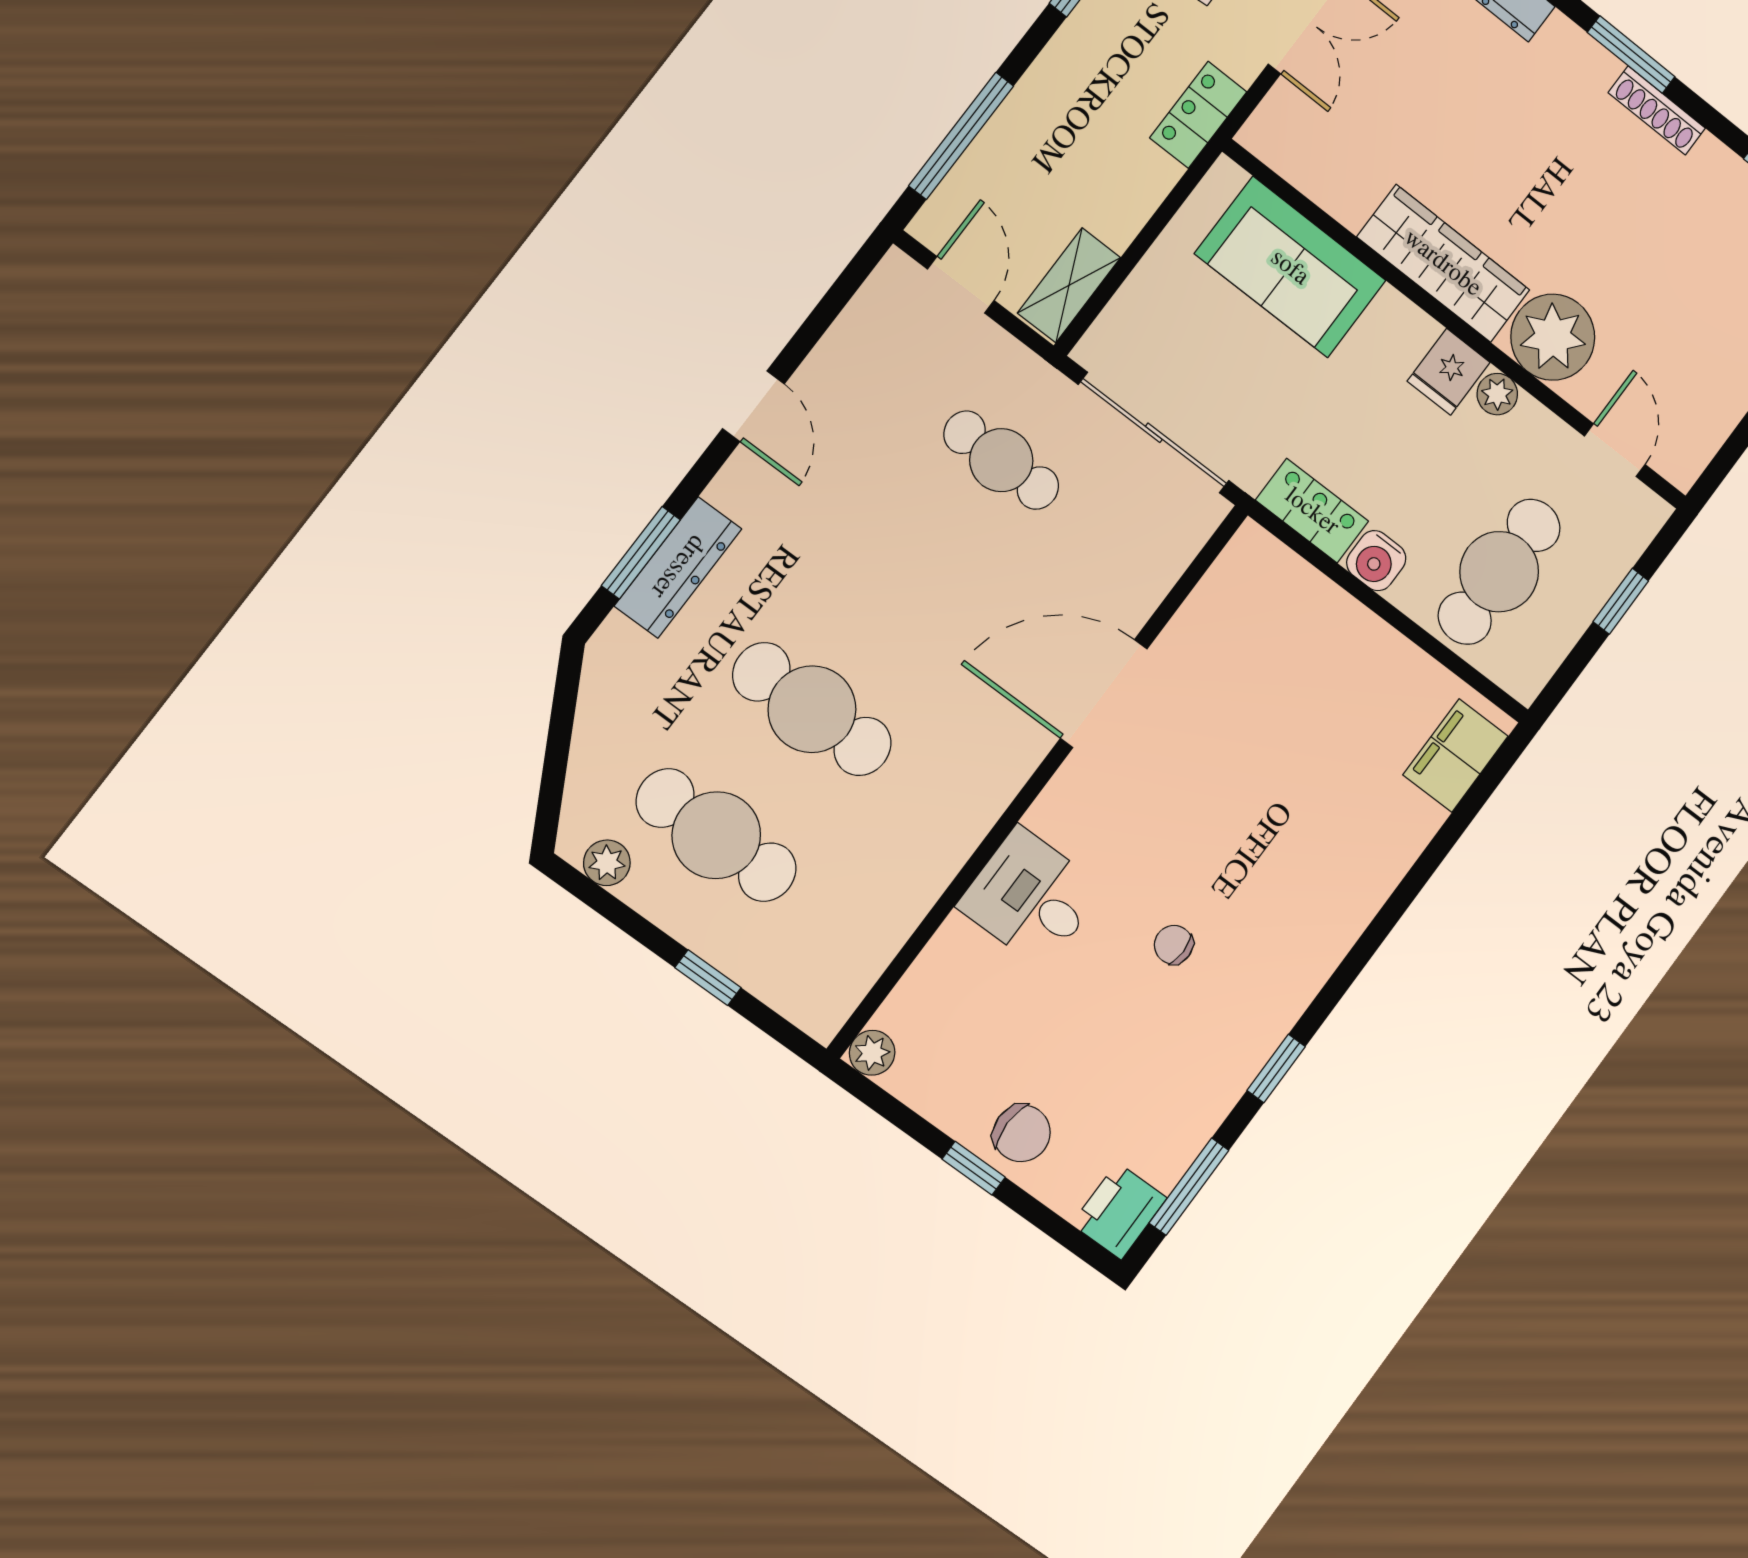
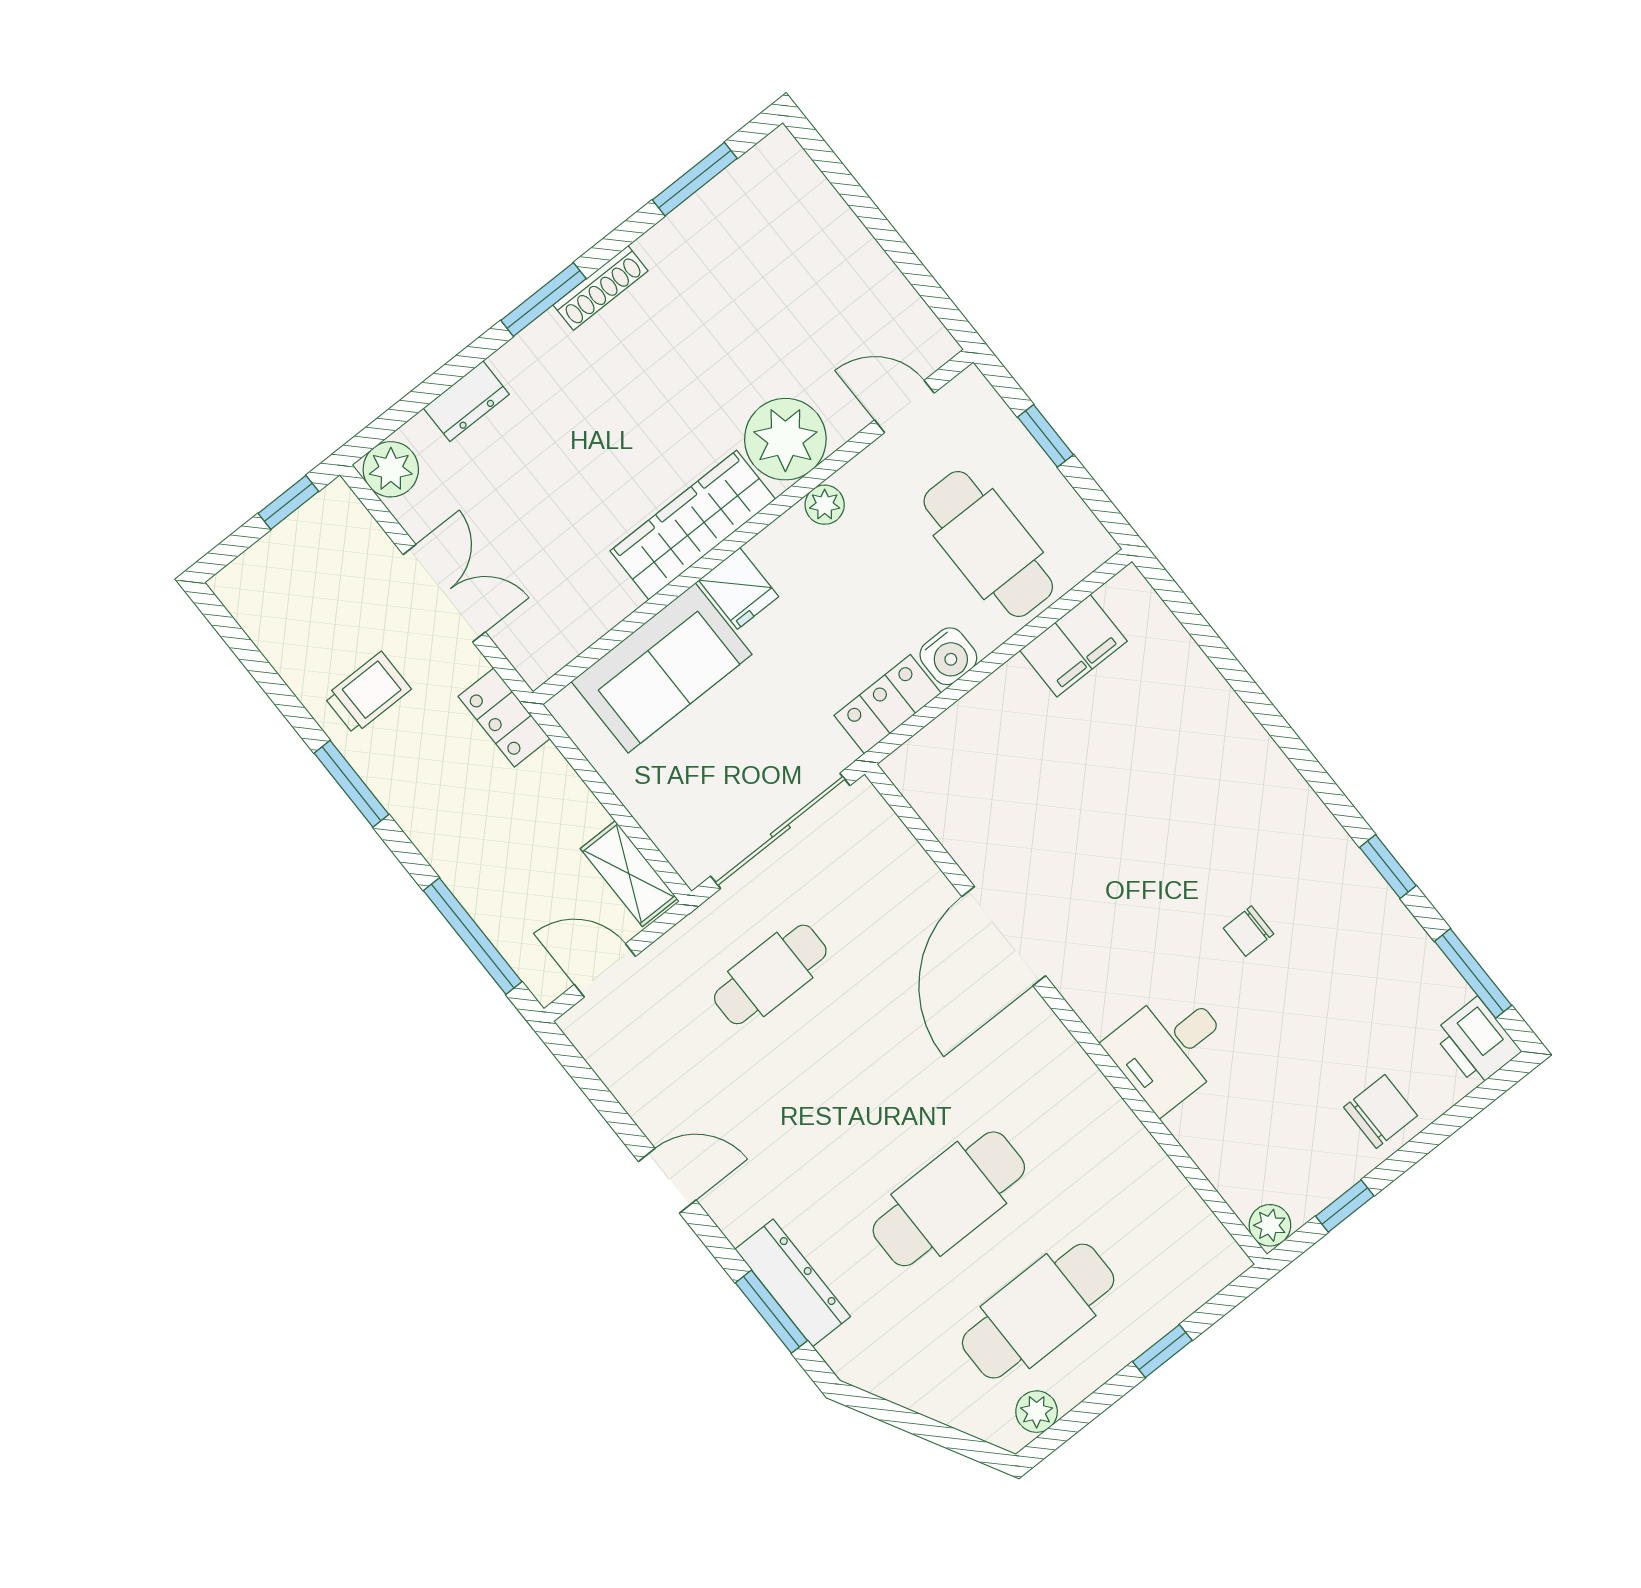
fridge: (1449, 372) -> (739, 588), moved
filing cabinet: (1456, 755) -> (1074, 646), moved, turned -90
window: (974, 1168) -> (1345, 1206), moved

